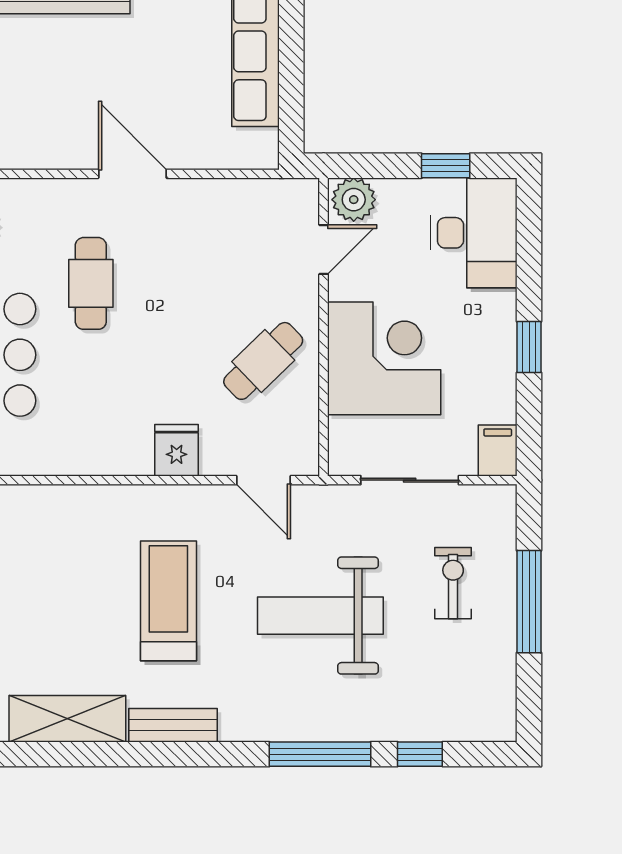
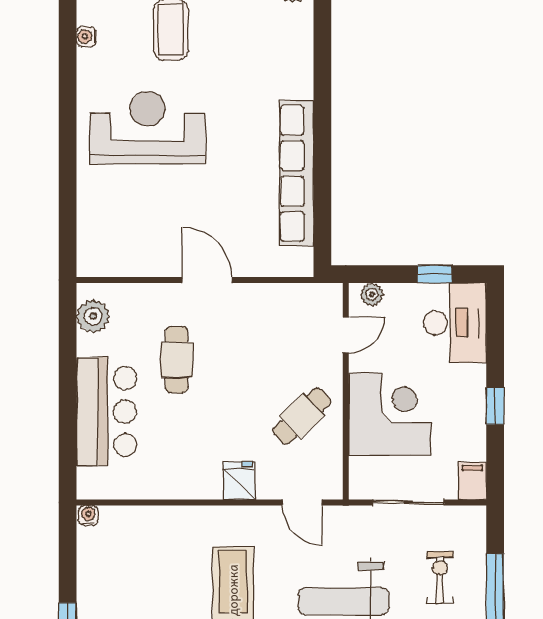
plant: (354, 200) -> (372, 294), width x0.73, depth x0.73

